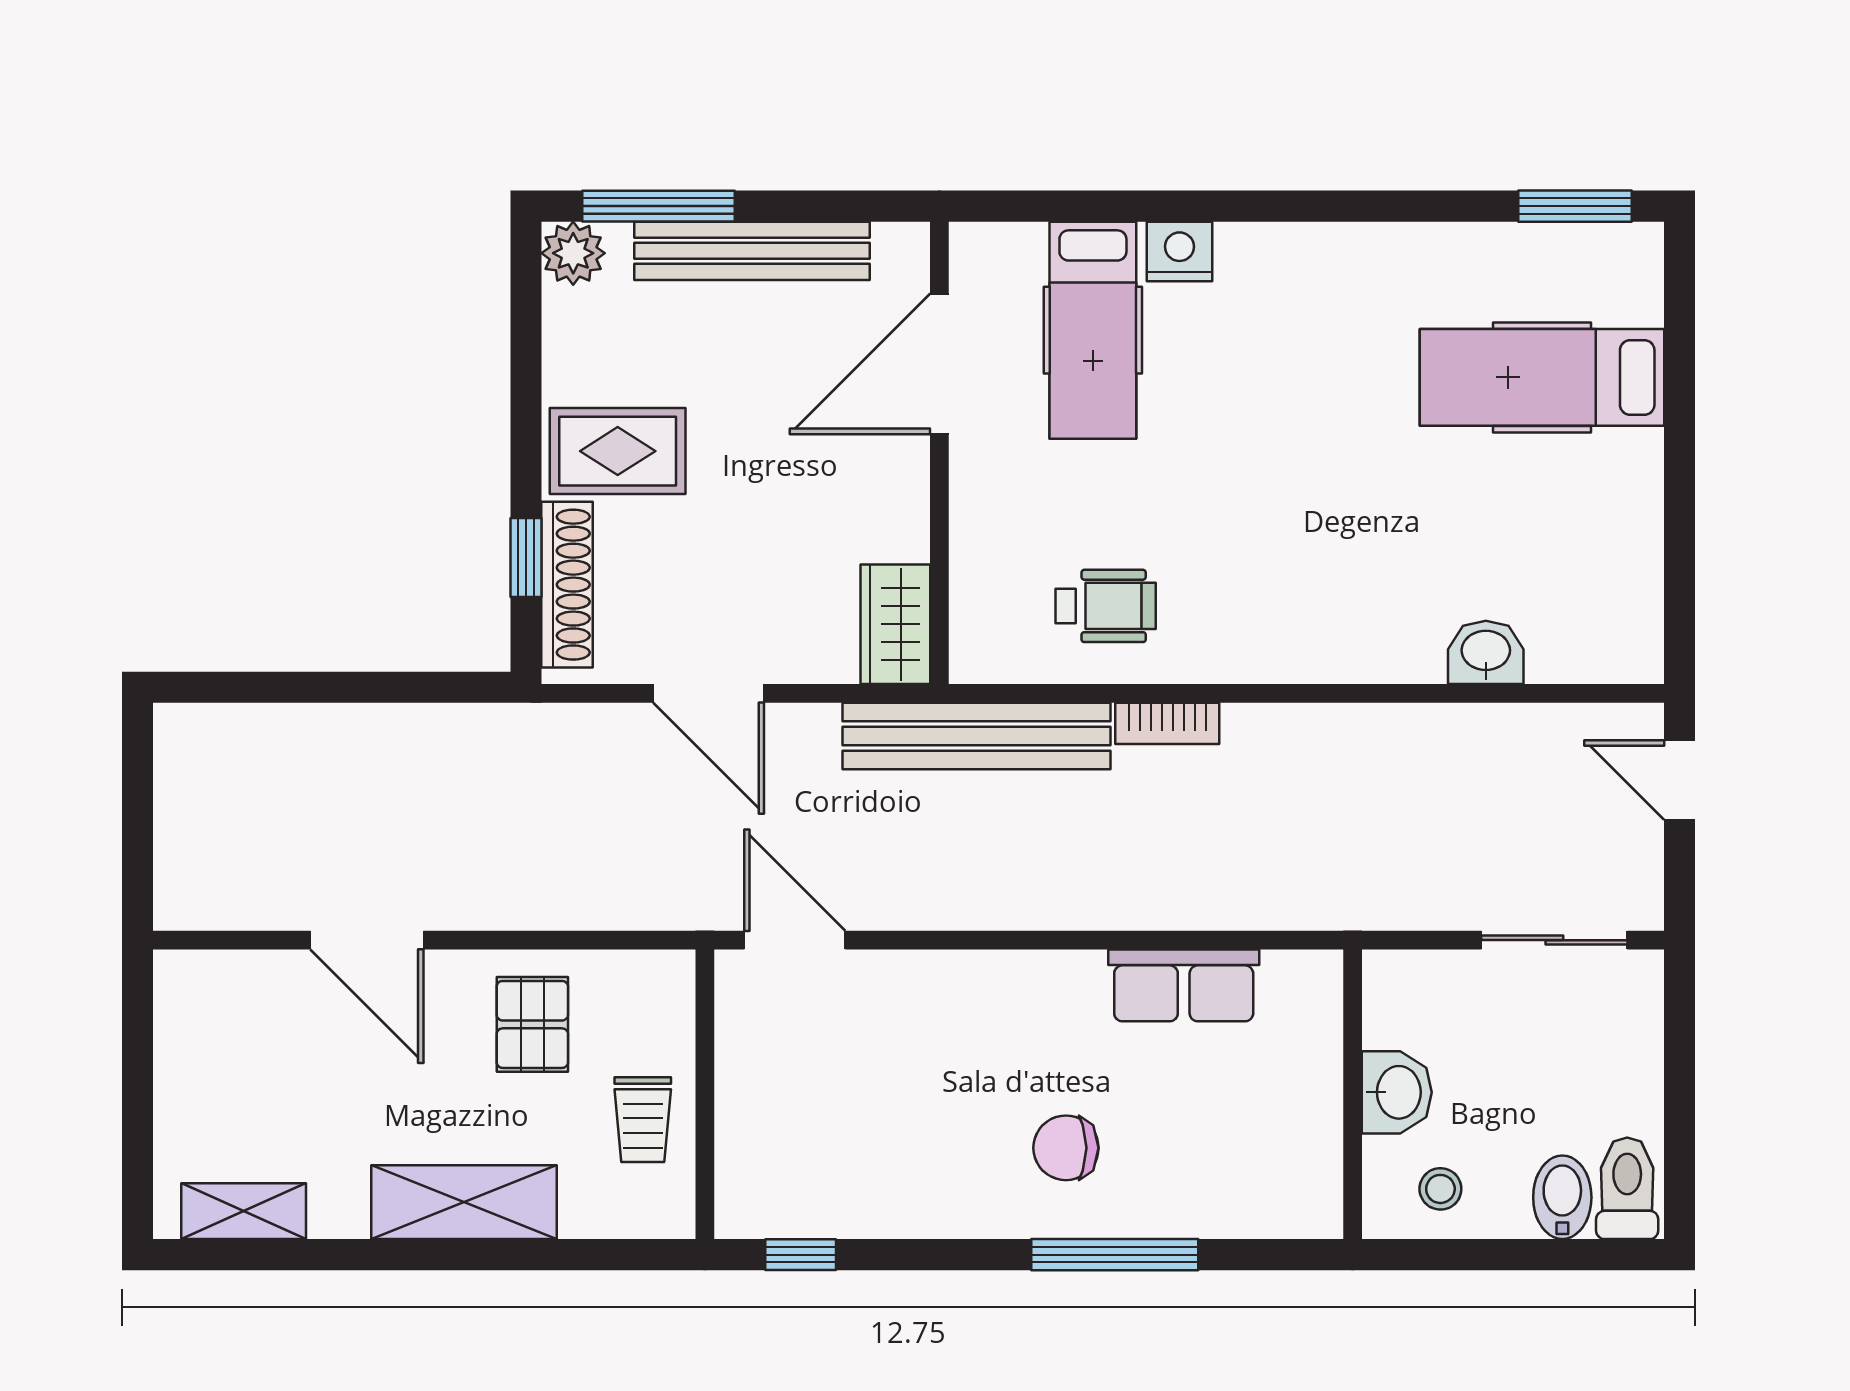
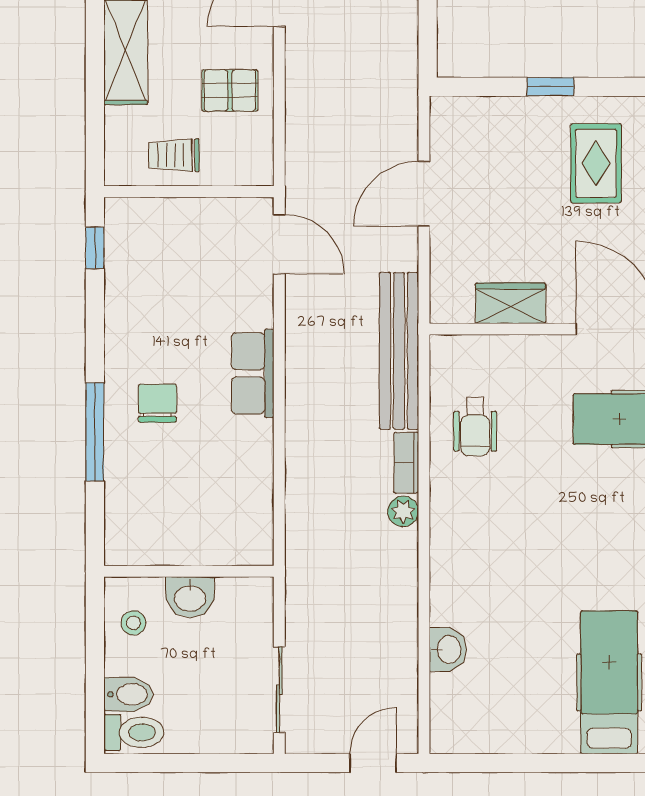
rug: (618, 451) -> (596, 163), moved
window: (526, 558) -> (551, 87), moved
shoe rack: (567, 585) -> (488, 111), removed
wardrobe: (895, 624) -> (510, 303), moved
plant: (1250, 729) -> (403, 511), added
door: (795, 940) -> (279, 244), hinge flipped
row of seats: (1184, 985) -> (253, 373), moved

